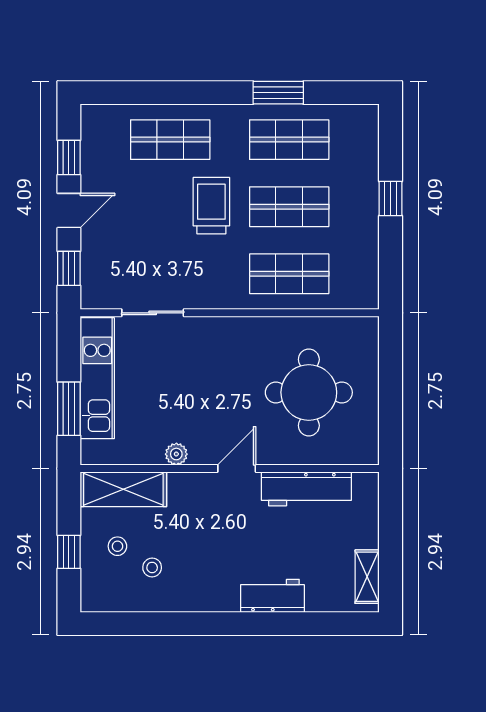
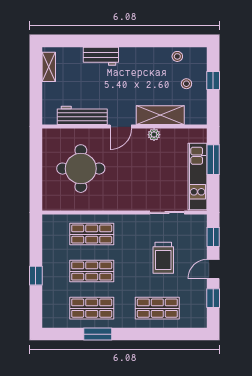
trolley: (211, 206) -> (163, 258), moved
shelving: (123, 489) -> (160, 115), moved
stool: (152, 567) -> (177, 56), moved

